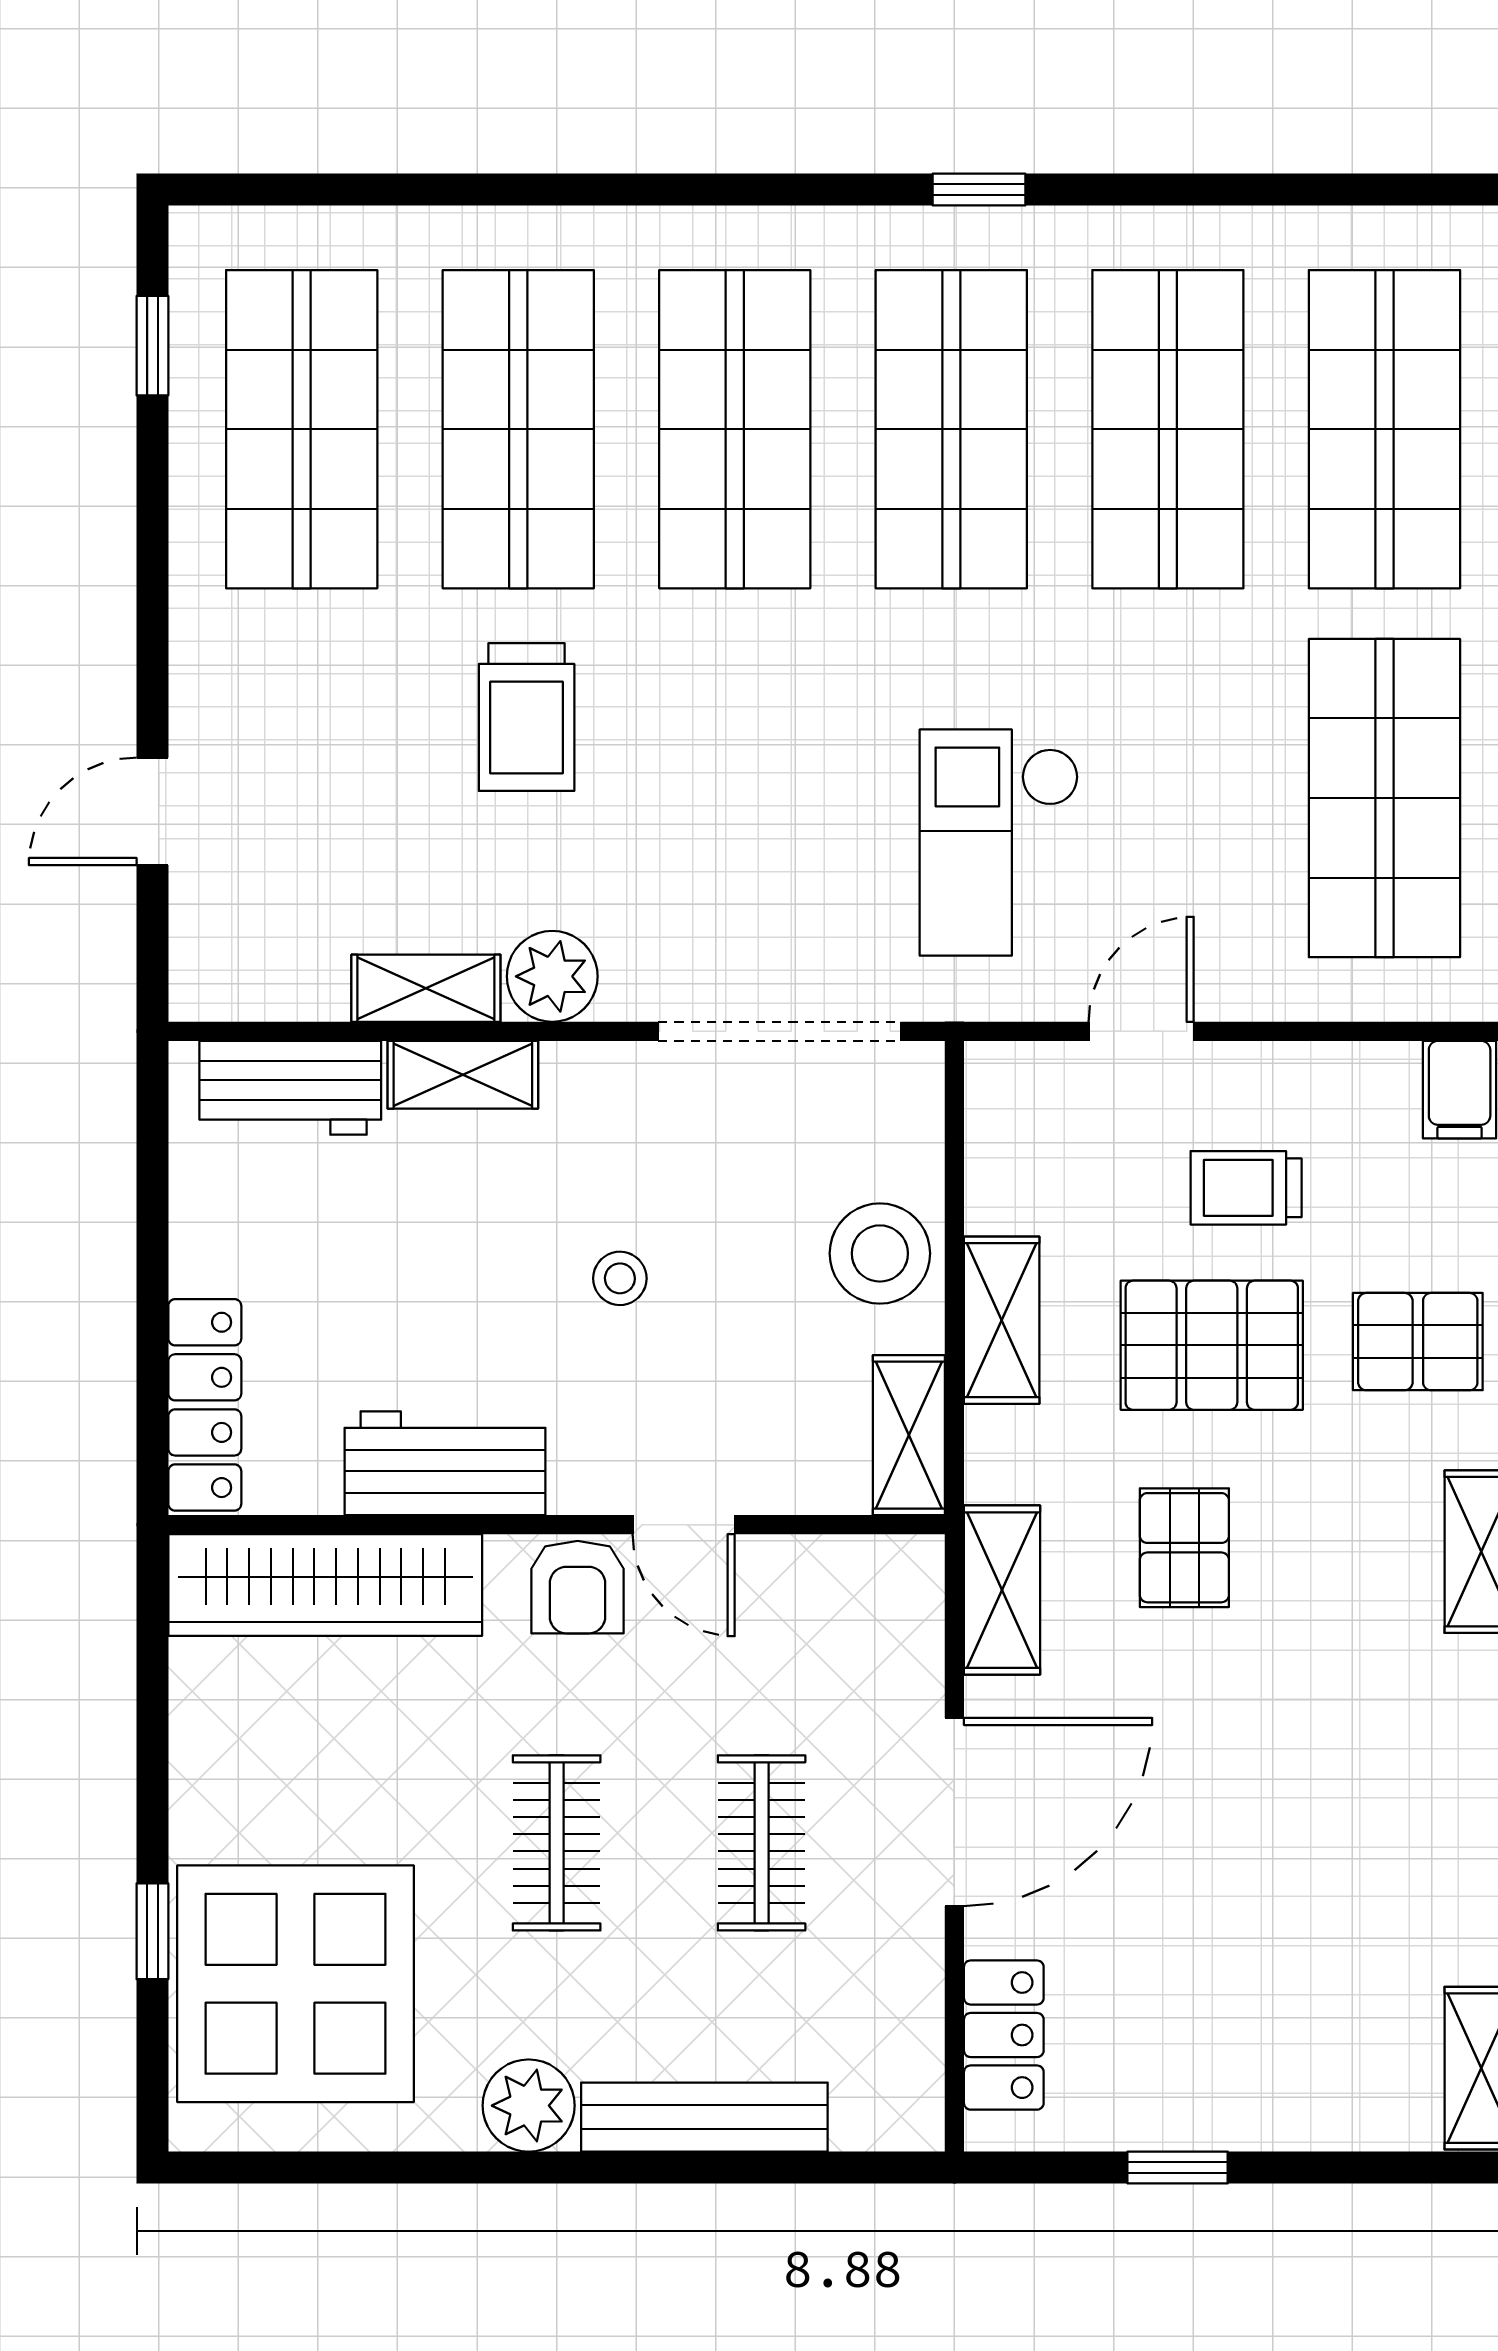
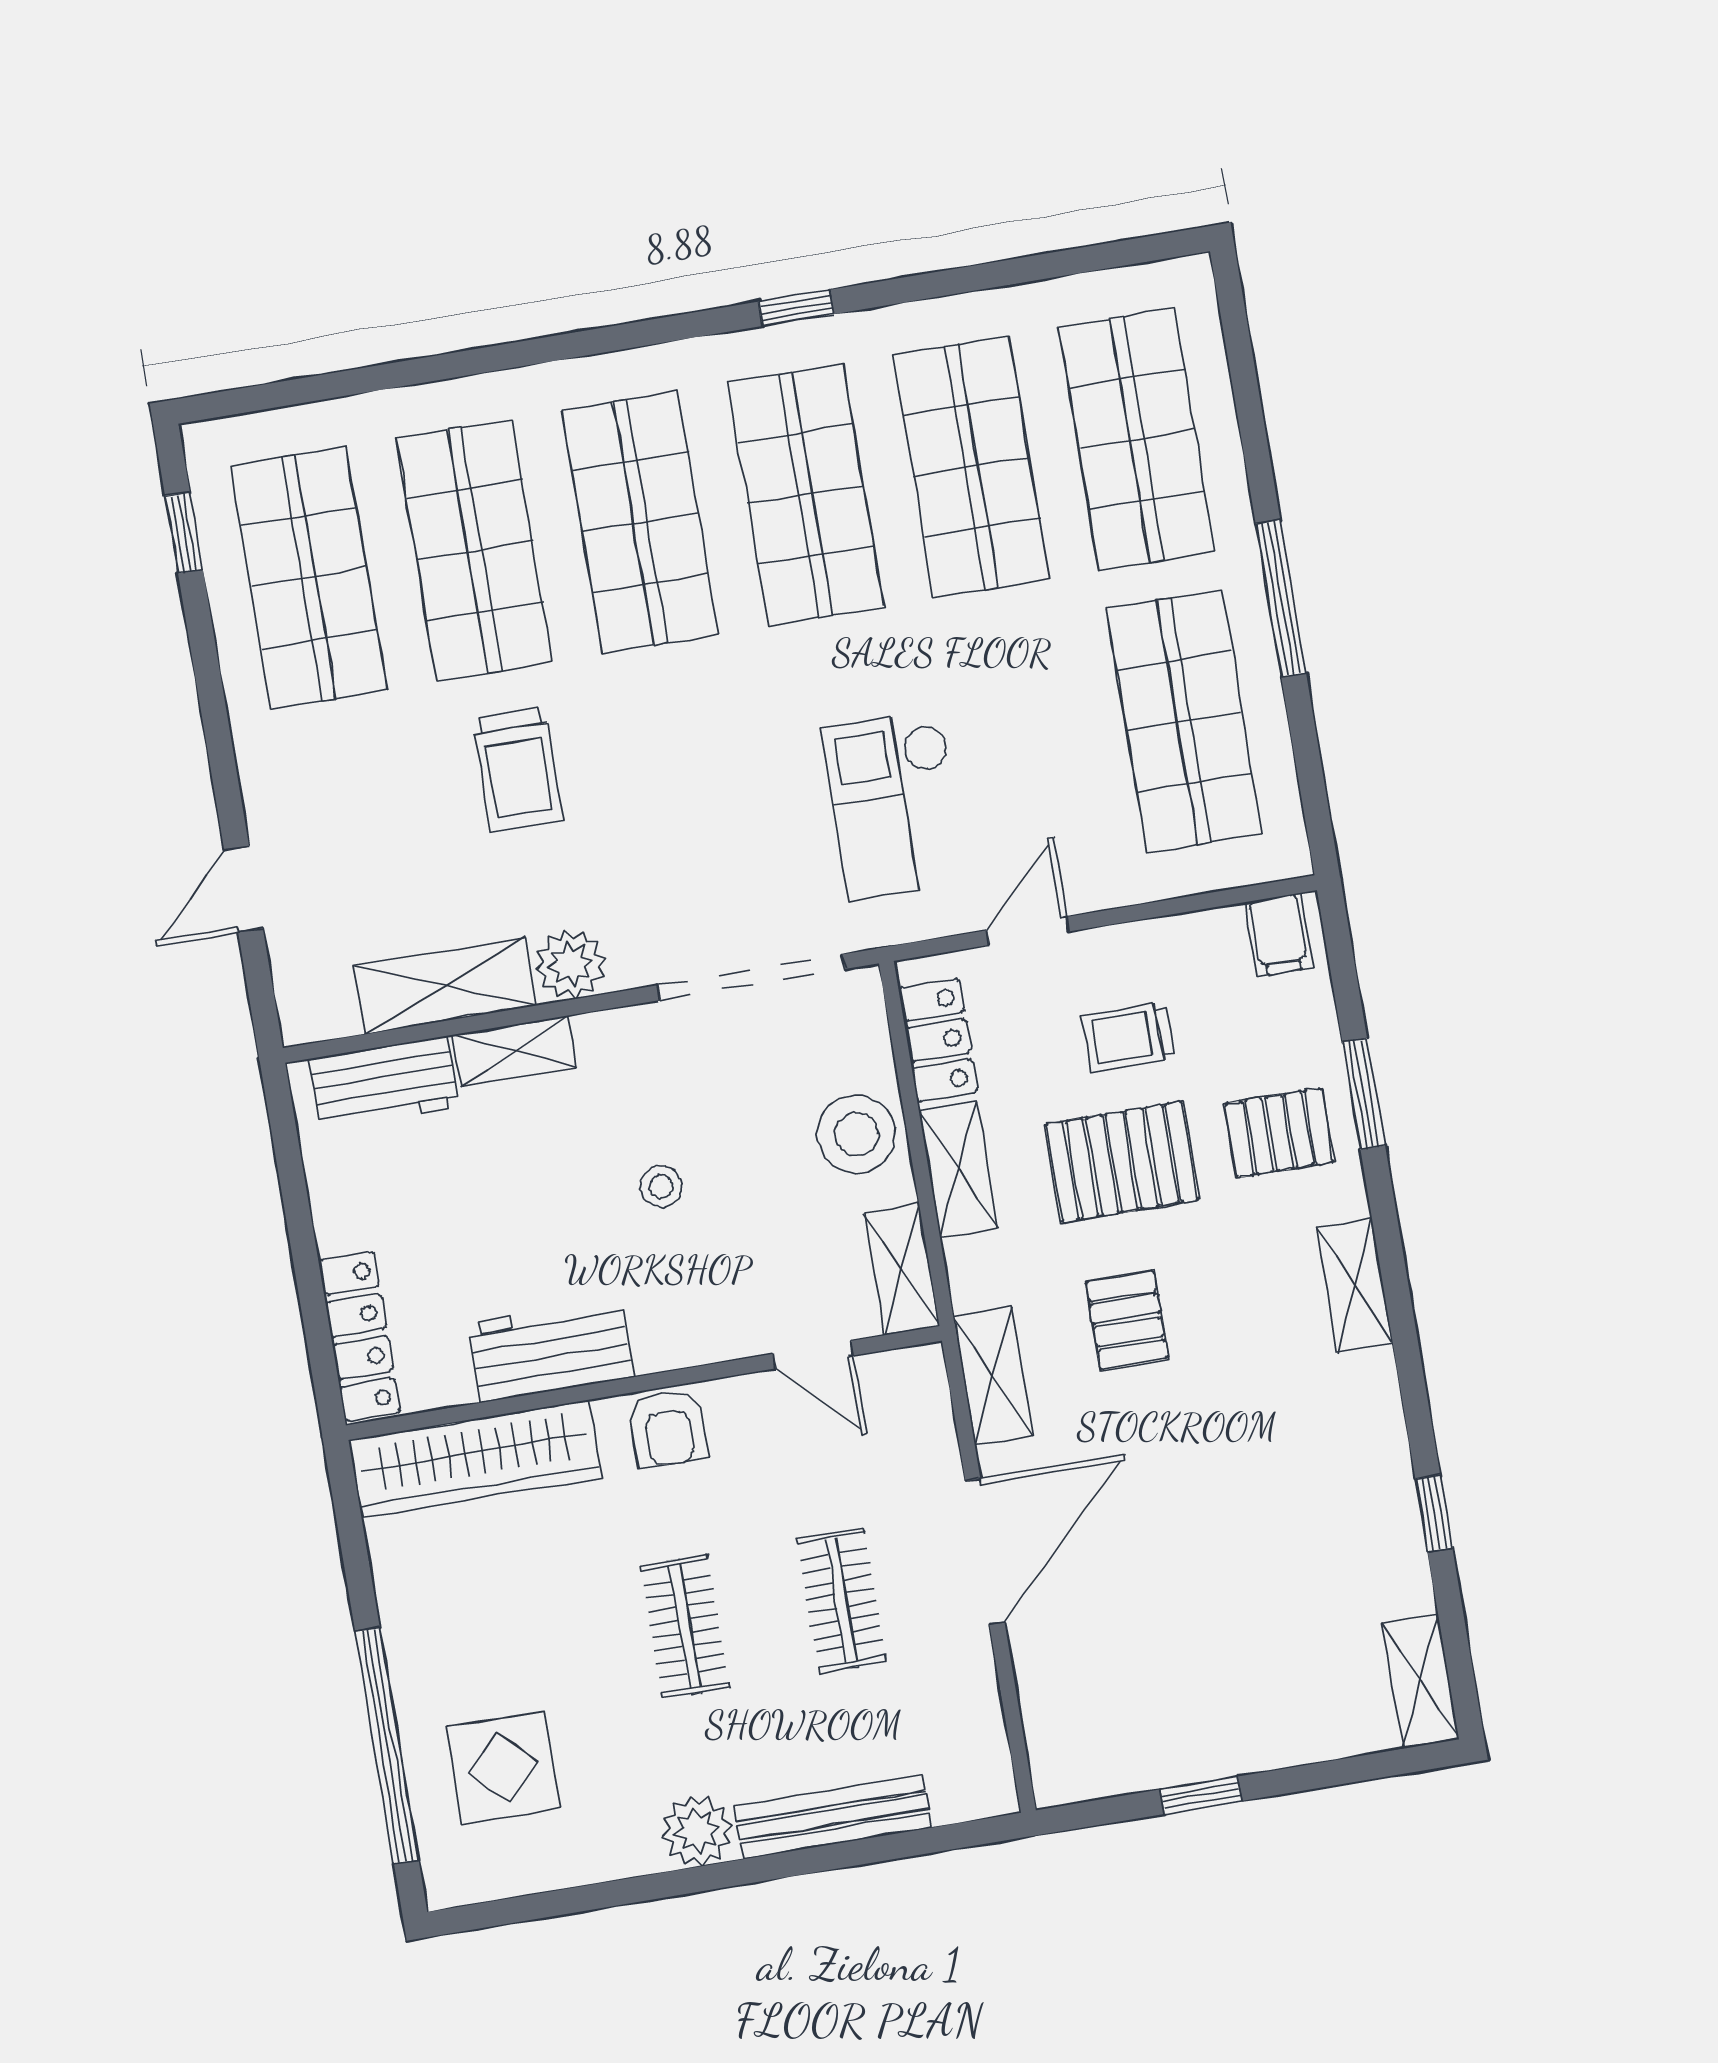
shelving: (426, 988) -> (445, 986), width x1.50, depth x1.33
door: (684, 1525) -> (813, 1355), moved
window: (152, 1931) -> (387, 1746), width x3.17
display table: (296, 1984) -> (503, 1768), width x0.54, depth x0.54
locker: (1004, 2035) -> (938, 1040), moved

